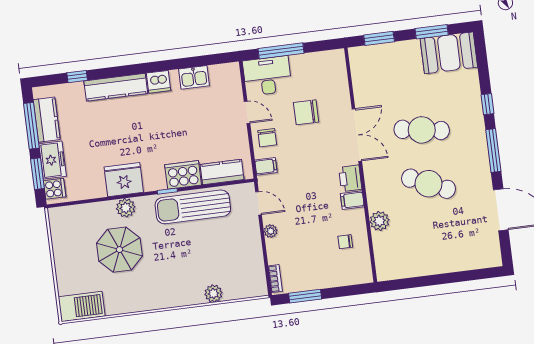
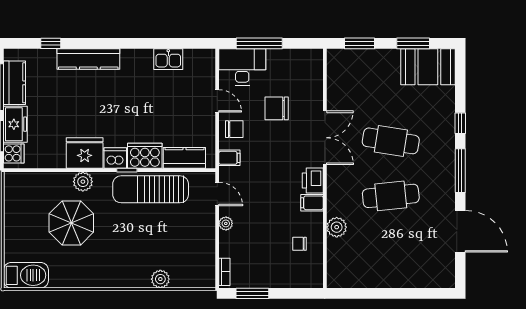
dishwasher: (159, 82) -> (115, 158), moved, turned 180
chair: (267, 138) -> (234, 129), turned -90
cafe table: (429, 184) -> (391, 196), turned -30

